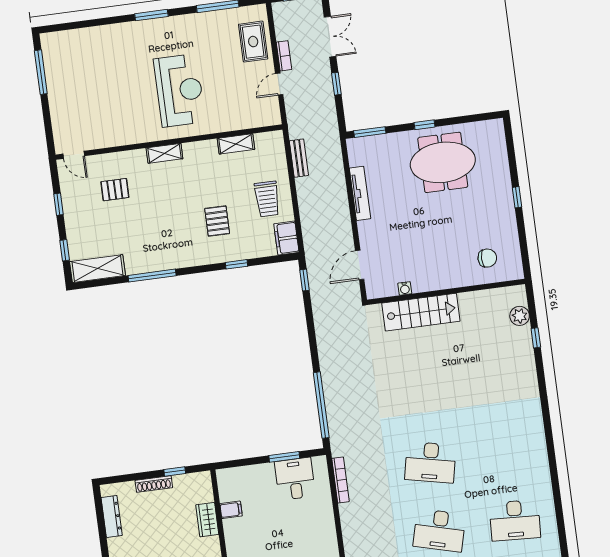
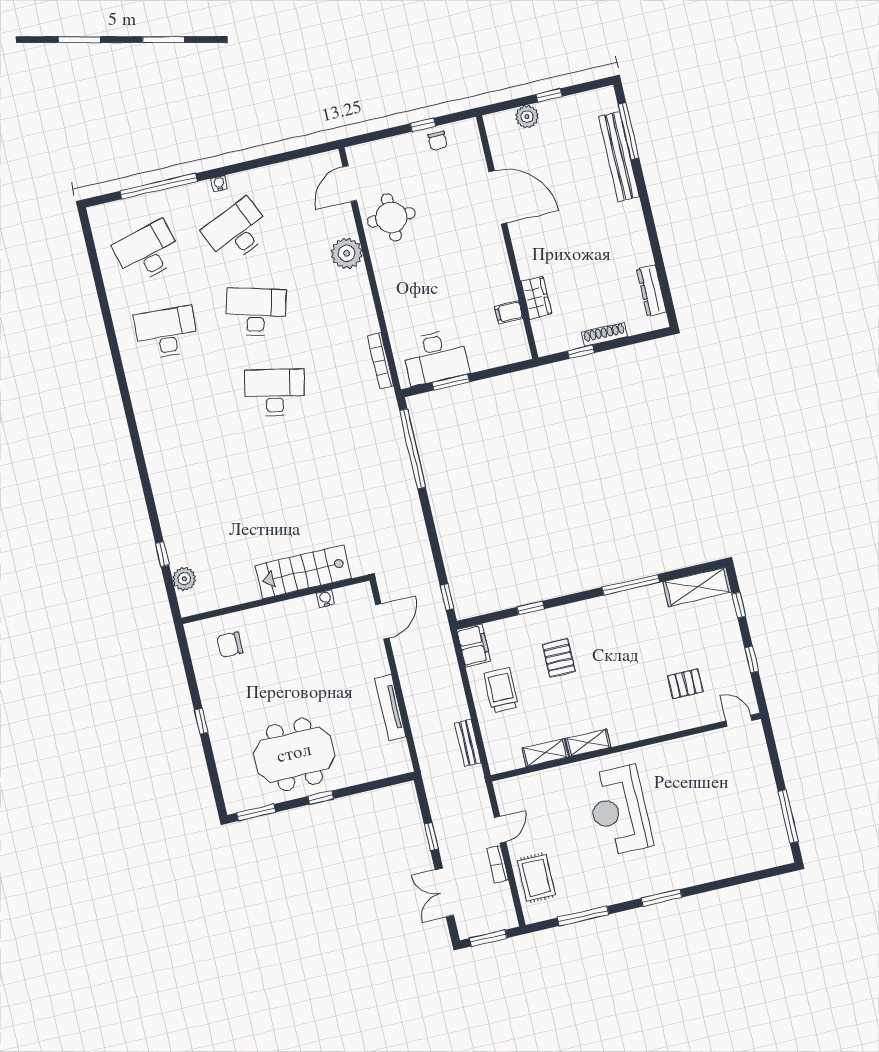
window: (370, 132) -> (256, 813), moved
shelving: (164, 153) -> (588, 743), moved
desk: (295, 479) -> (435, 357), width x1.37

